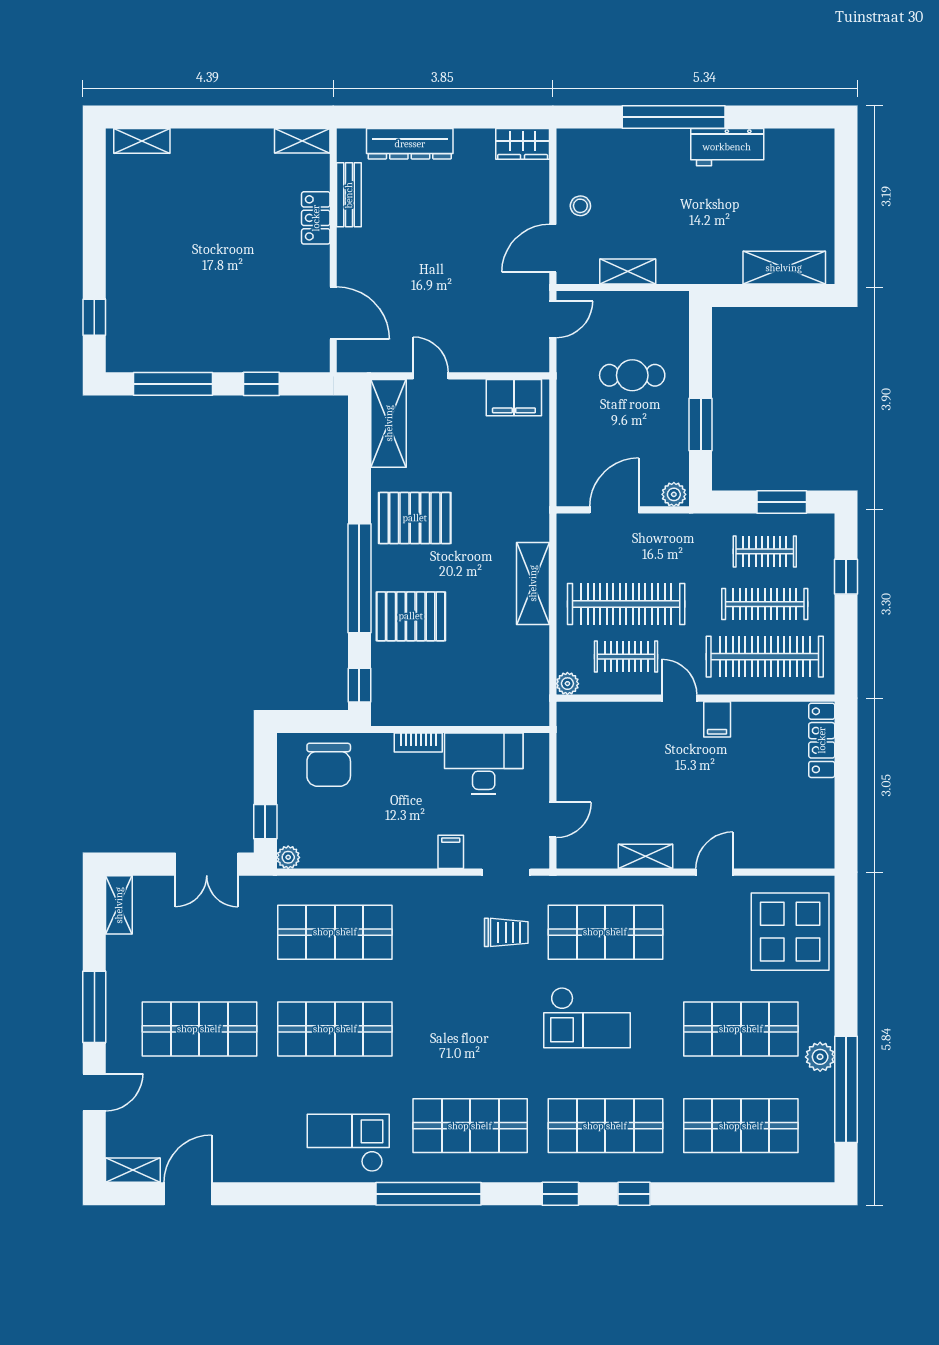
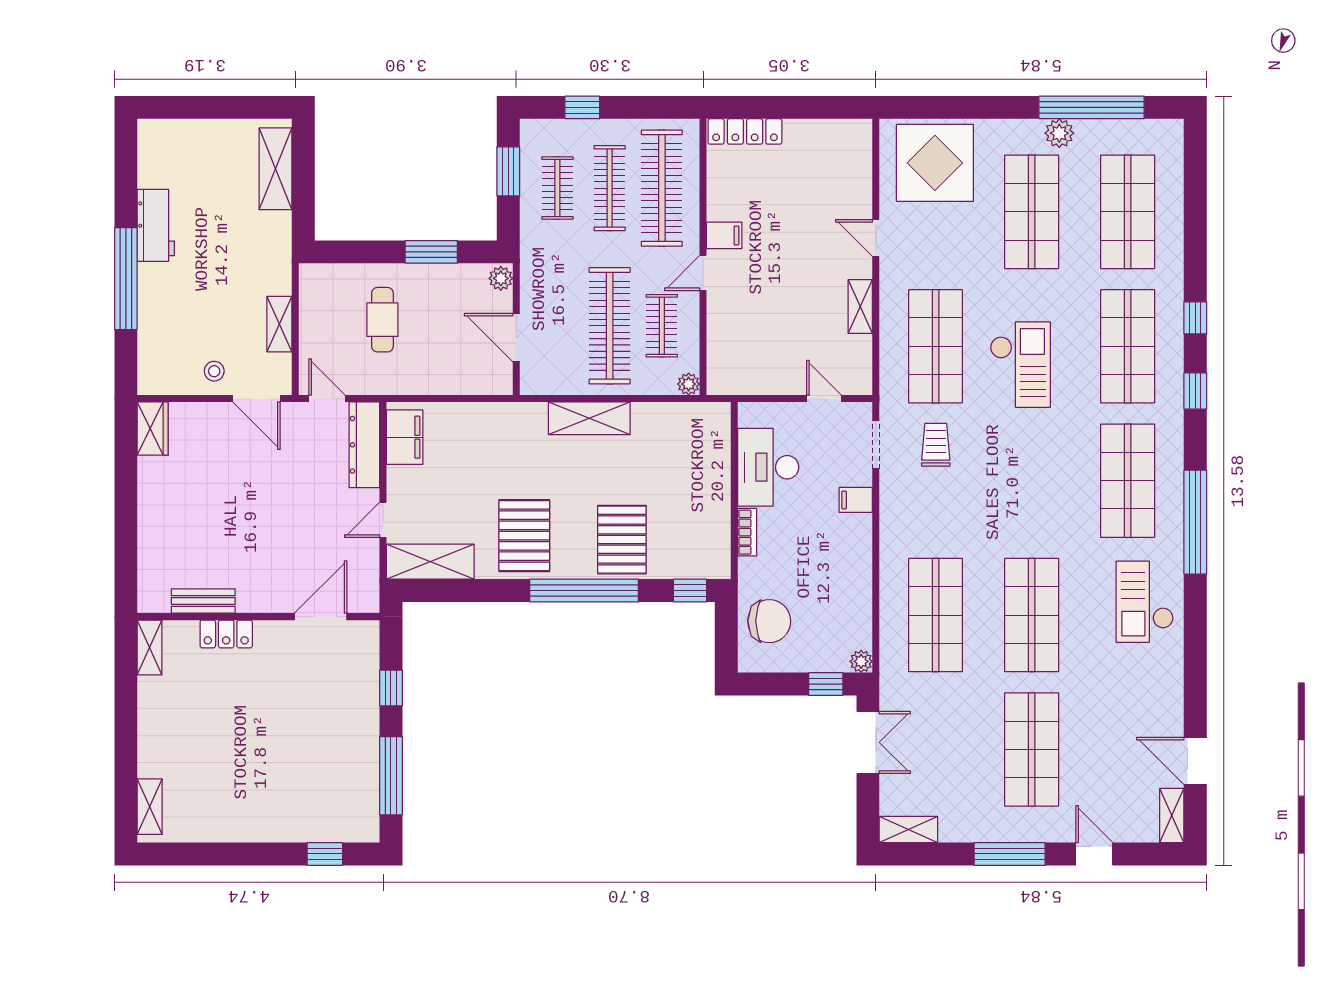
dresser: (410, 144) -> (364, 445), moved, turned 180

